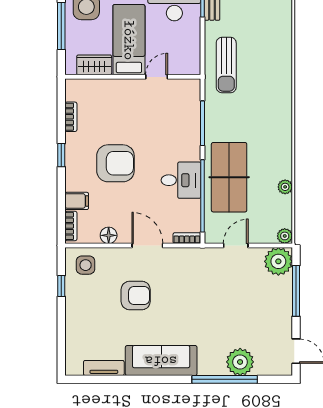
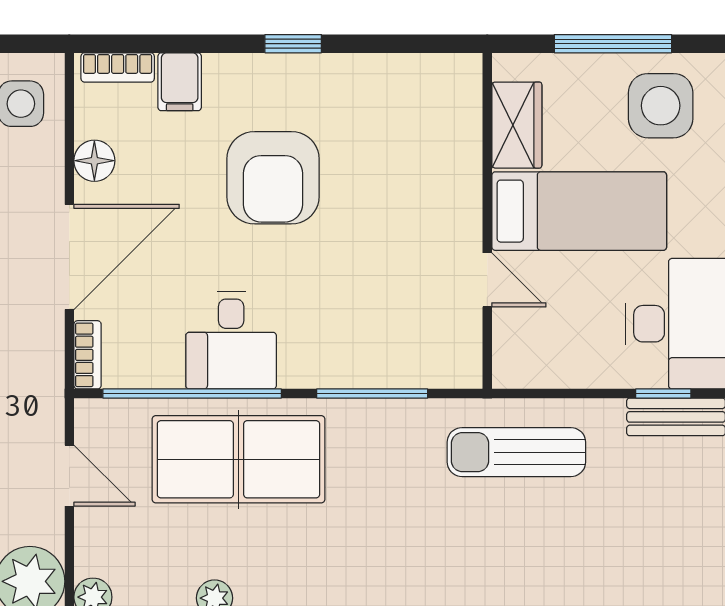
bookcase: (71, 117) -> (388, 67), removed
door: (147, 245) -> (69, 257), width x1.36

